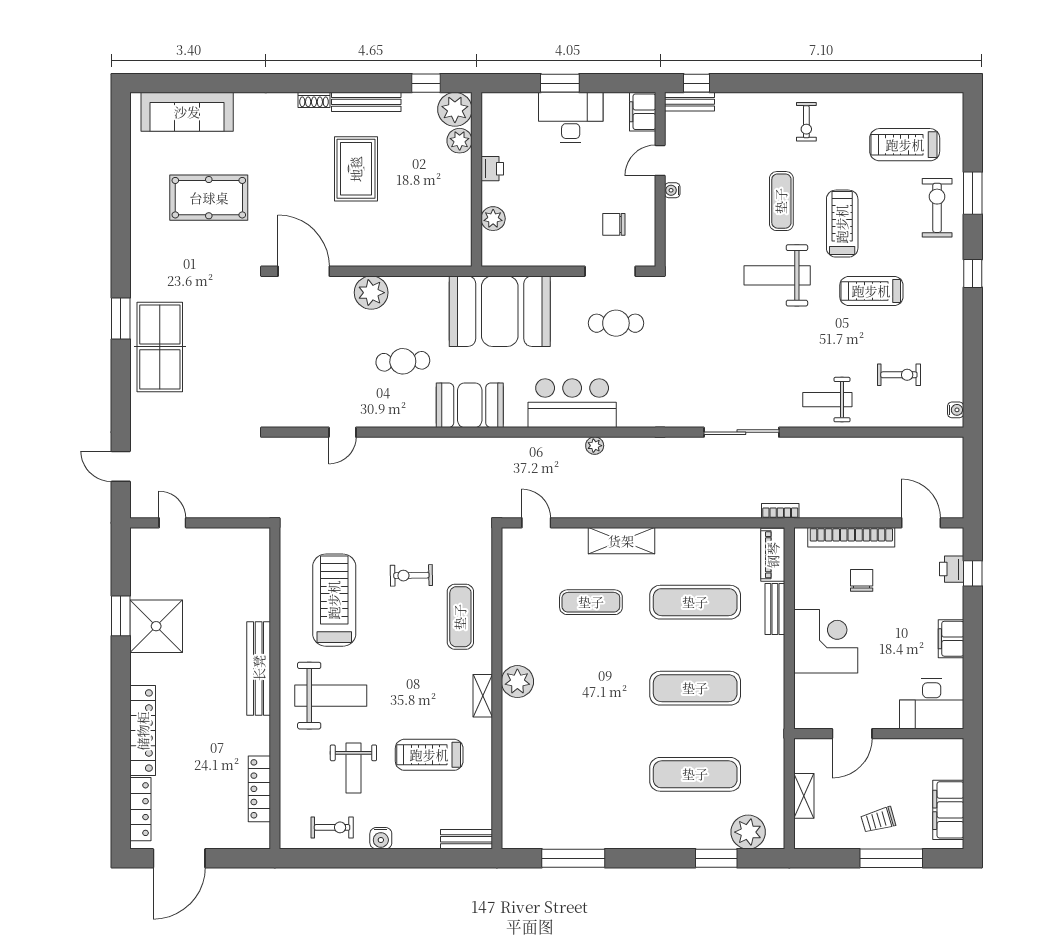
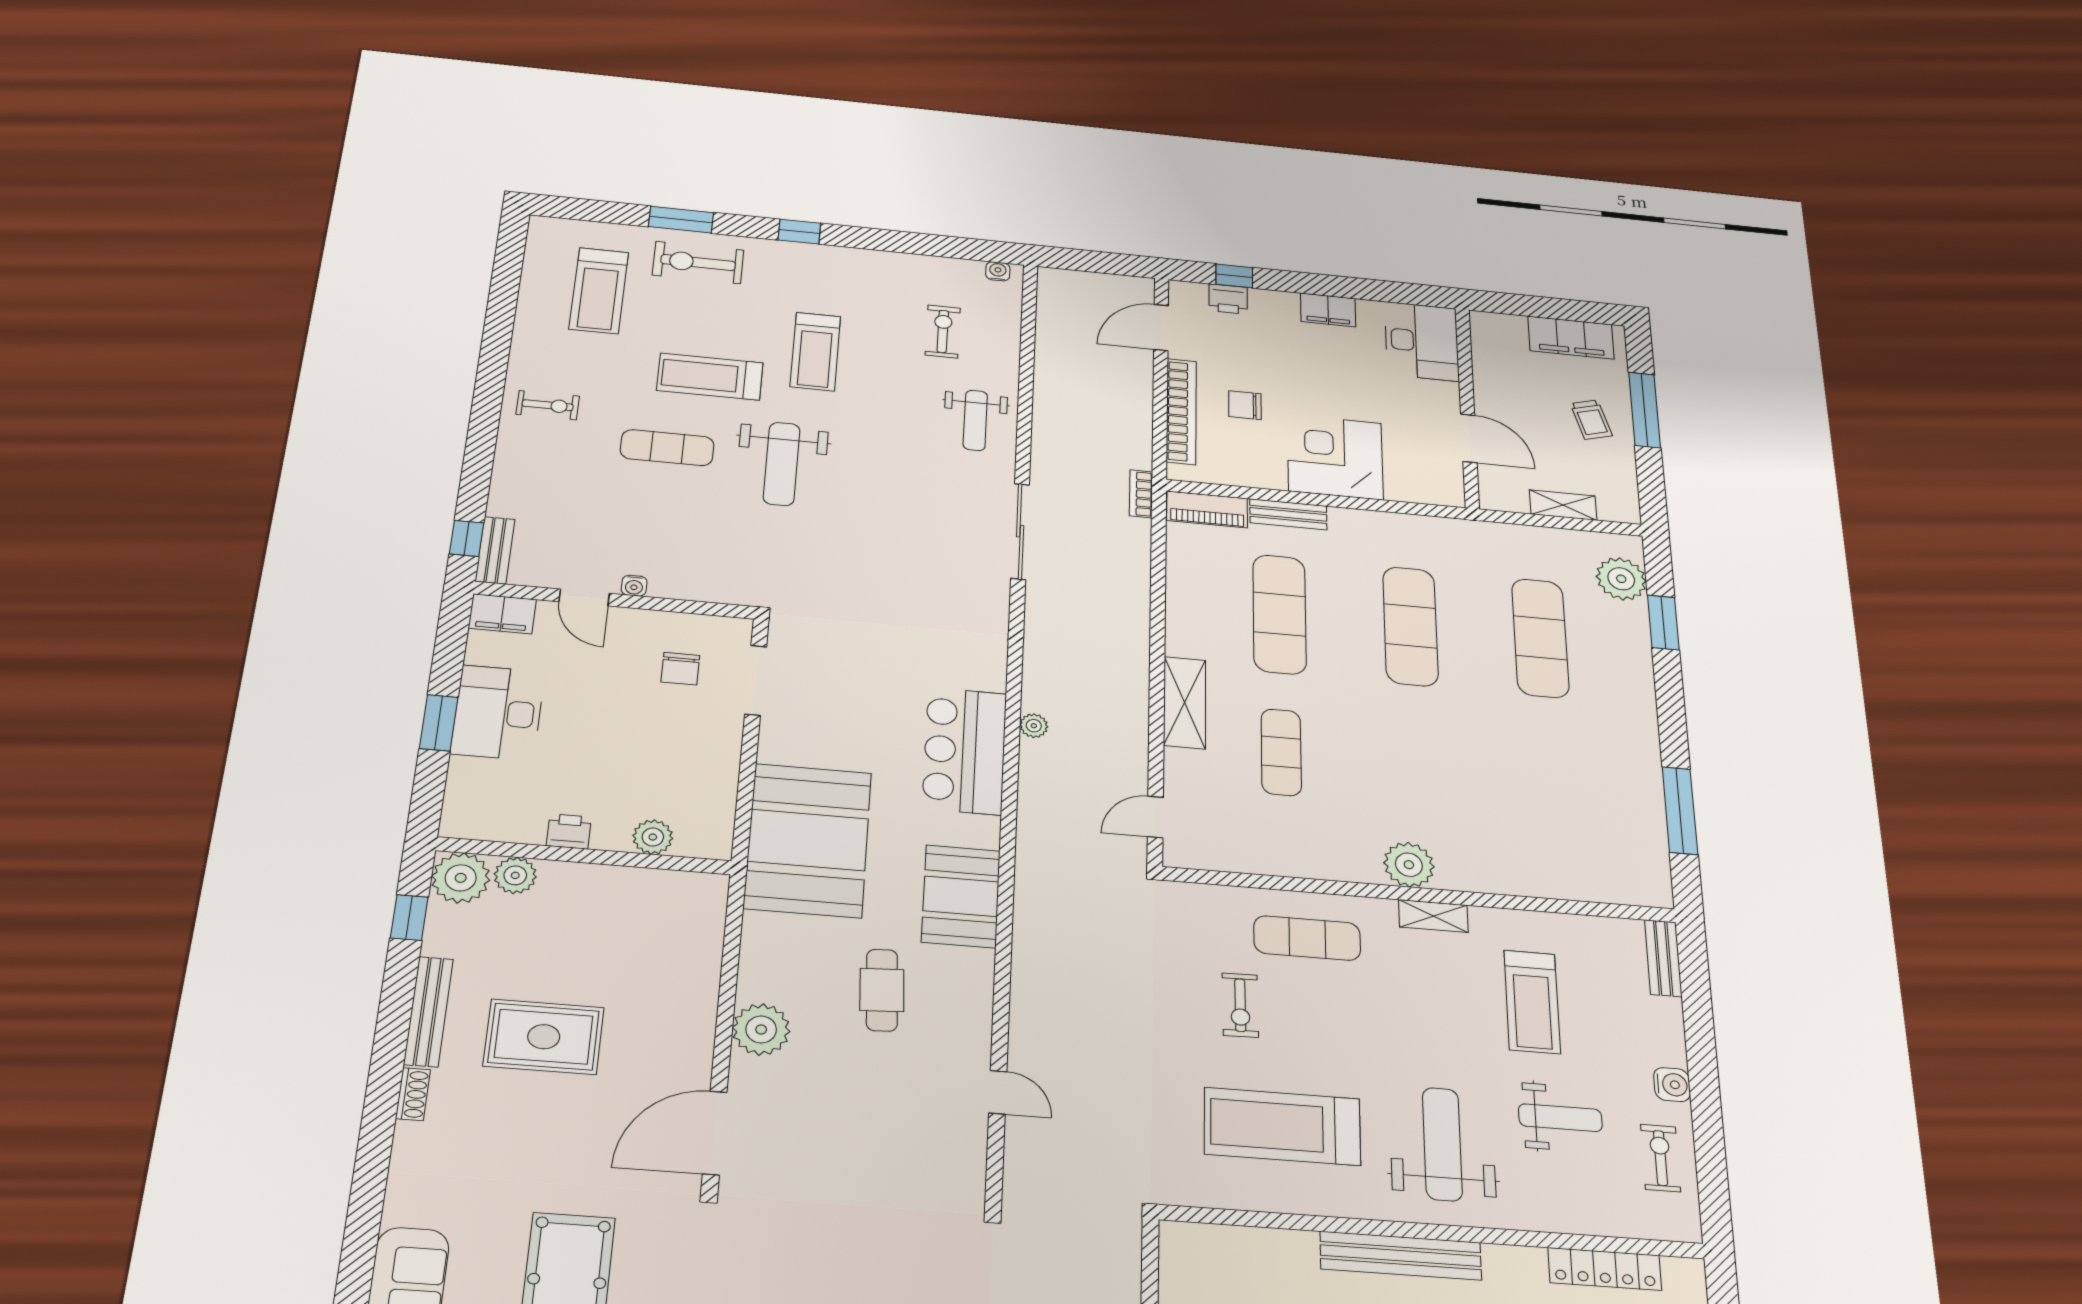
cafe table: (616, 323) -> (840, 680), removed

